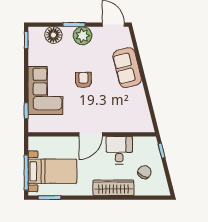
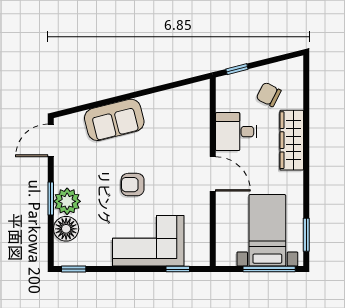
plant: (83, 36) -> (67, 201), moved

